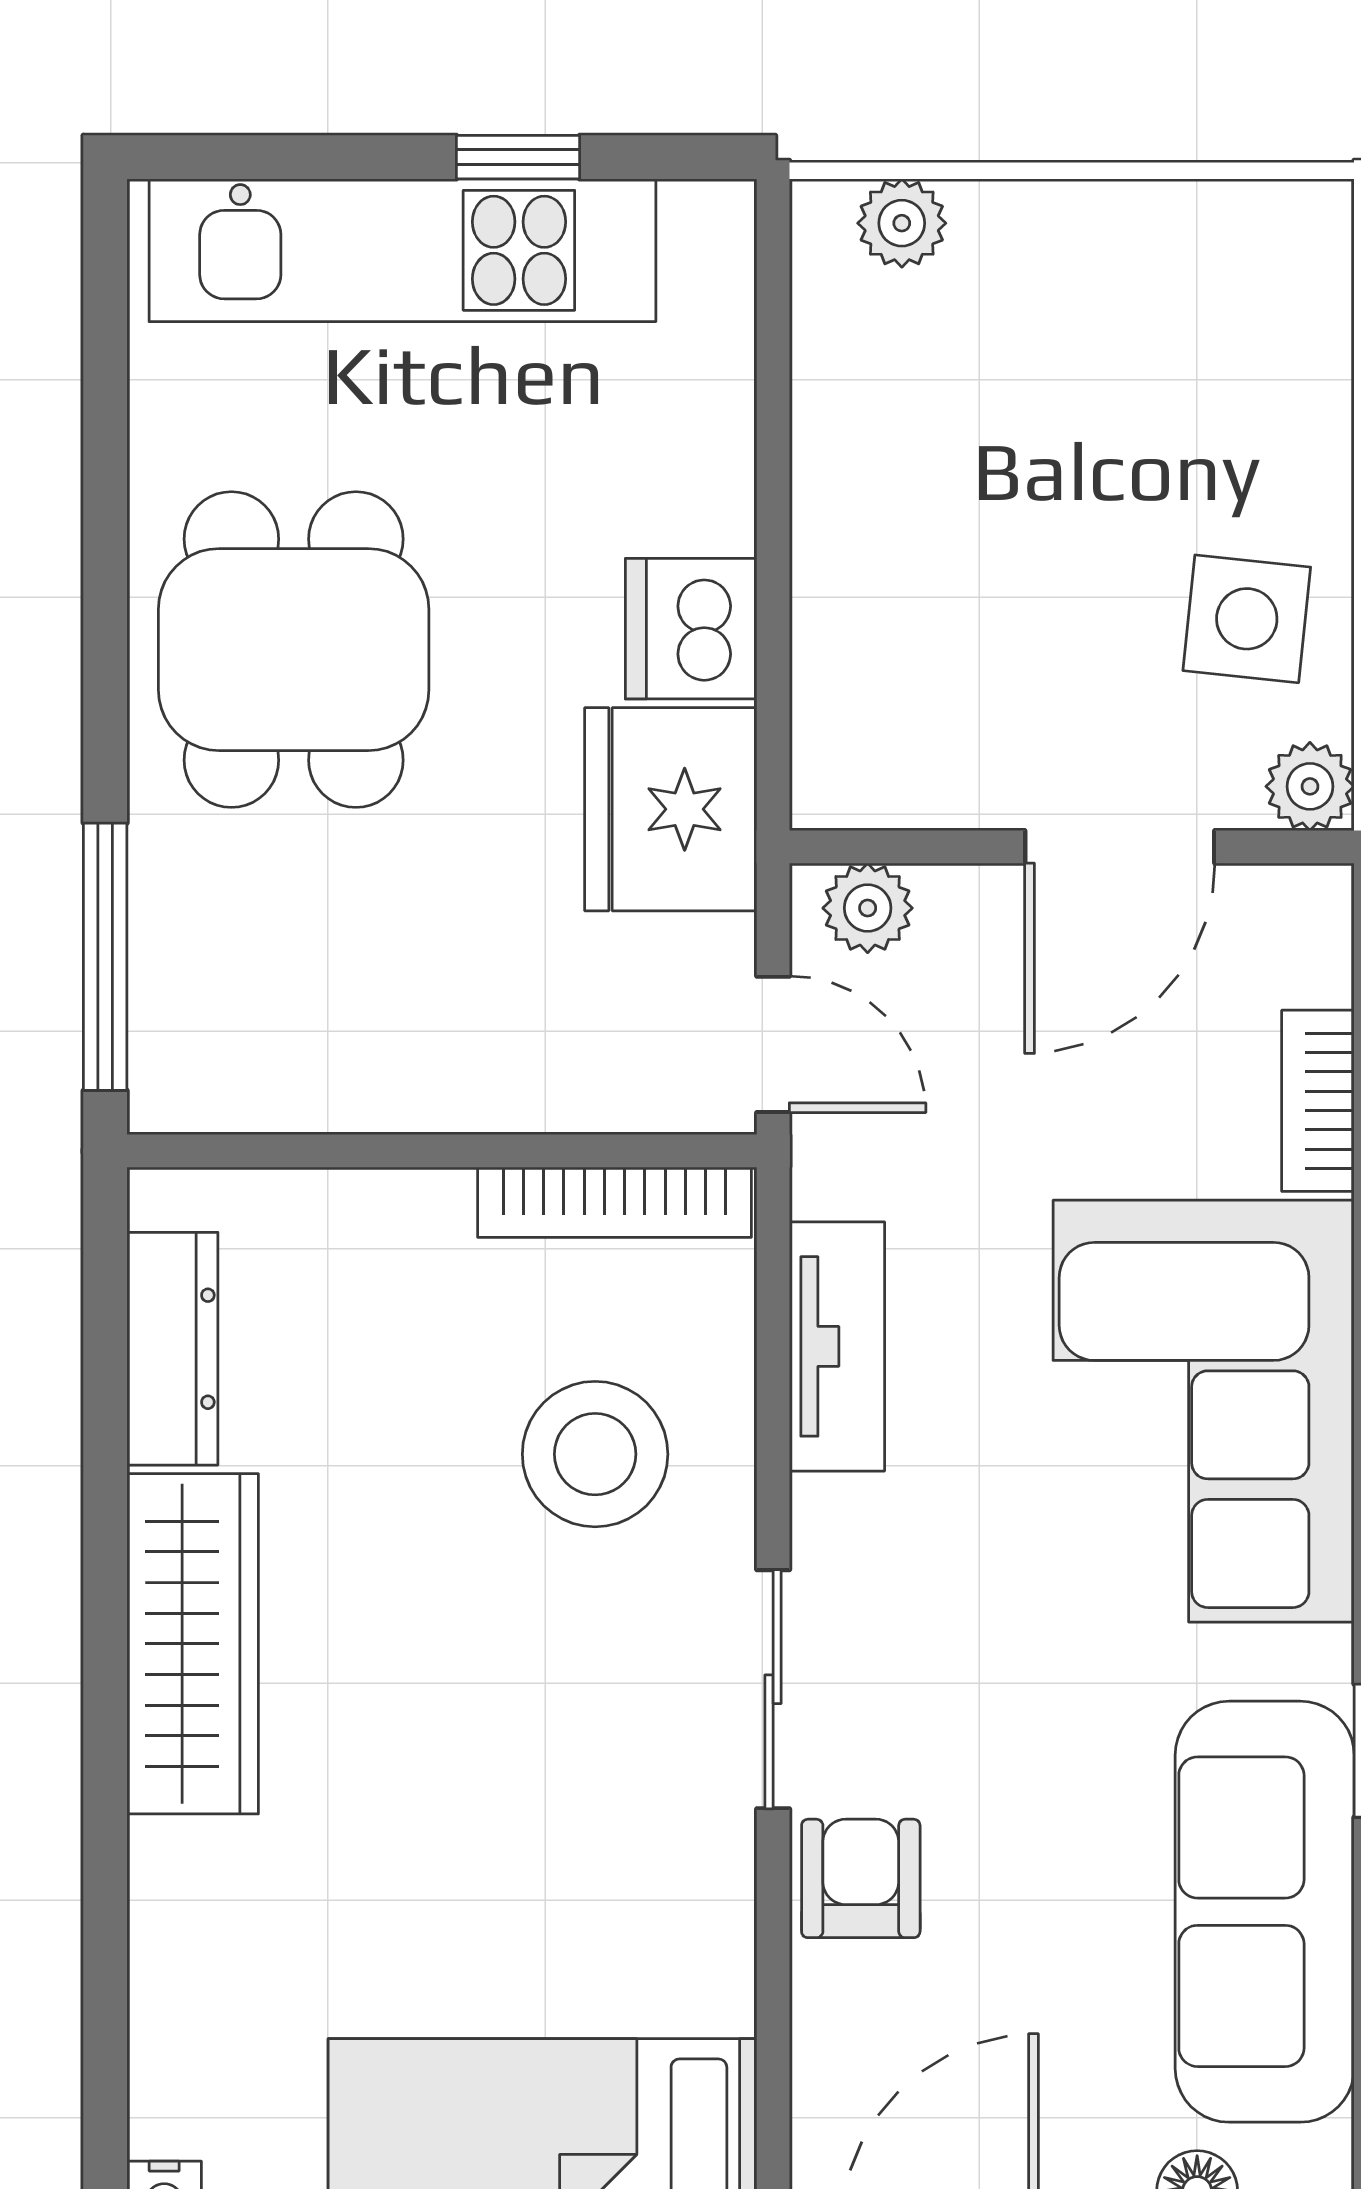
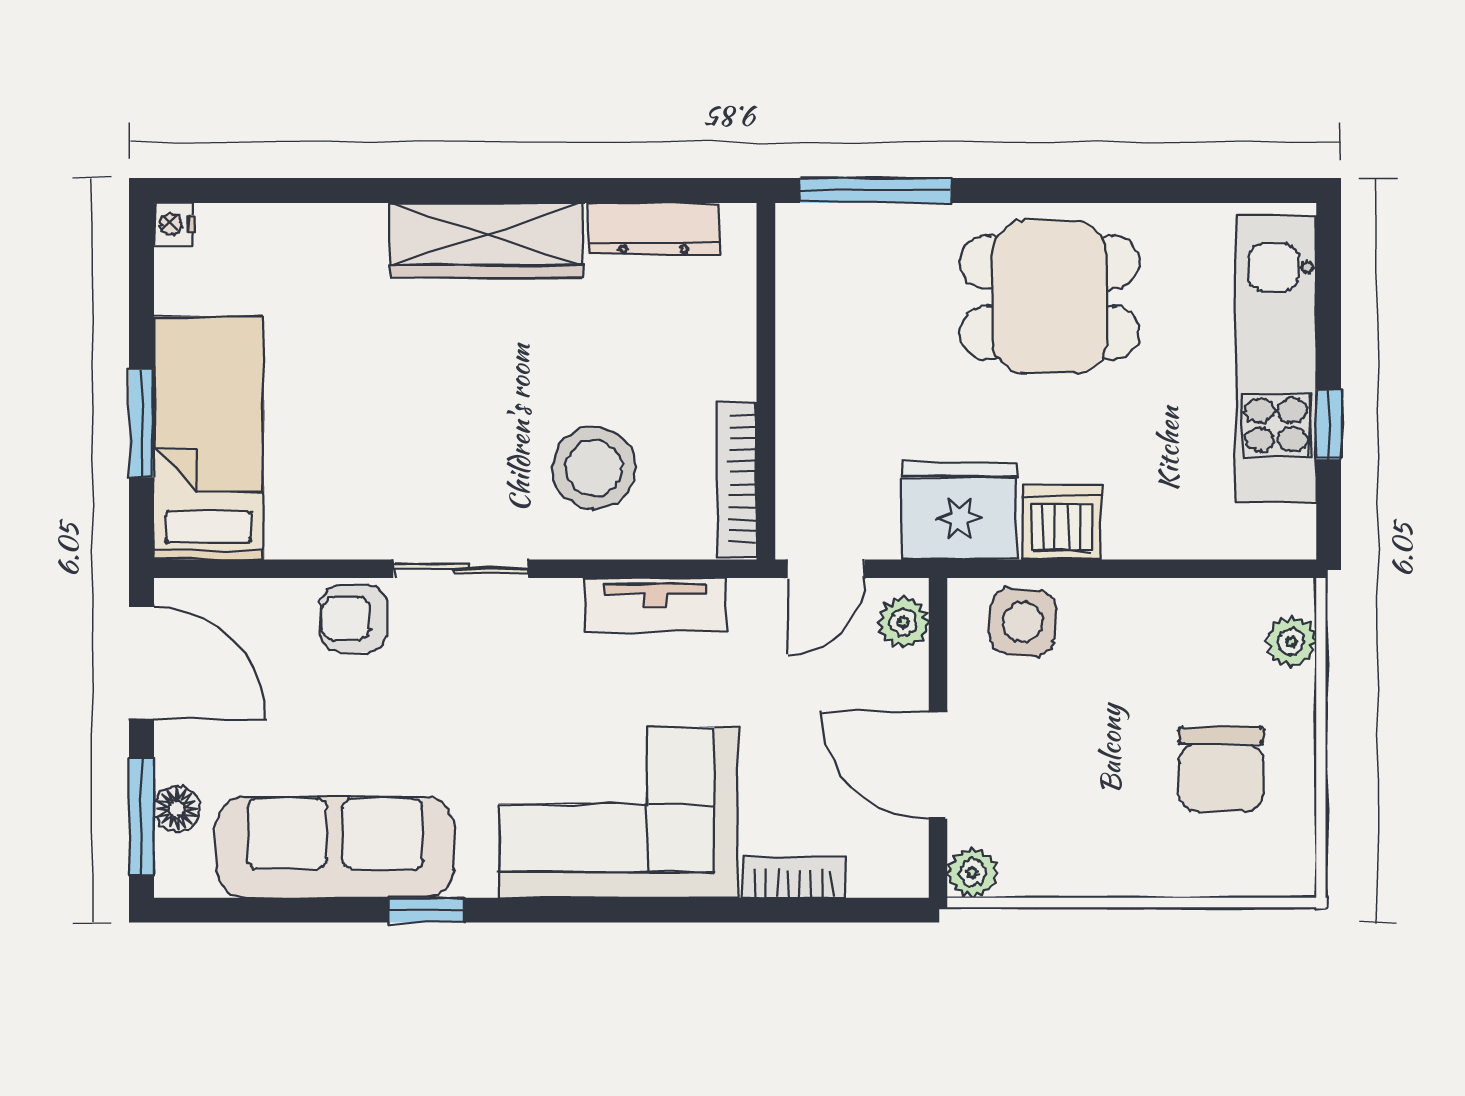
chair: (1128, 347) -> (1221, 770), added
side table: (1247, 619) -> (1023, 622), moved
armchair: (861, 1878) -> (354, 618), turned 180

